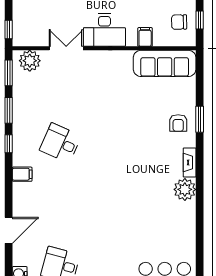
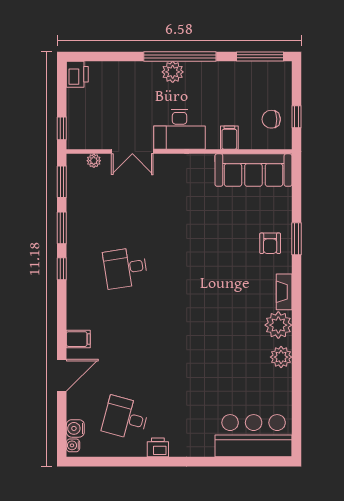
double door: (66, 48) -> (132, 152), swing flipped
plant: (30, 61) -> (94, 161), width x0.53, depth x0.53
desk: (60, 143) -> (125, 268), turned -33
filing cabinet: (22, 174) -> (78, 339), moved
plant: (187, 216) -> (281, 357), added

